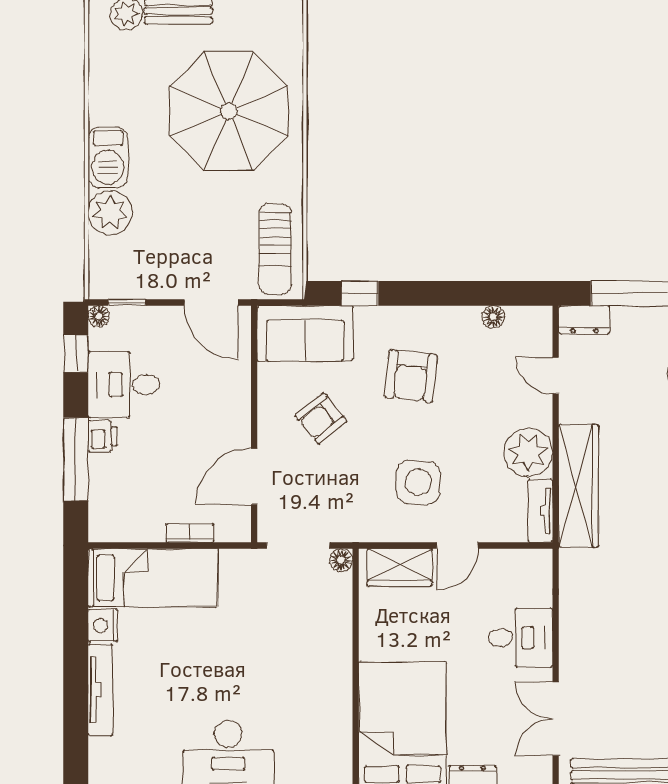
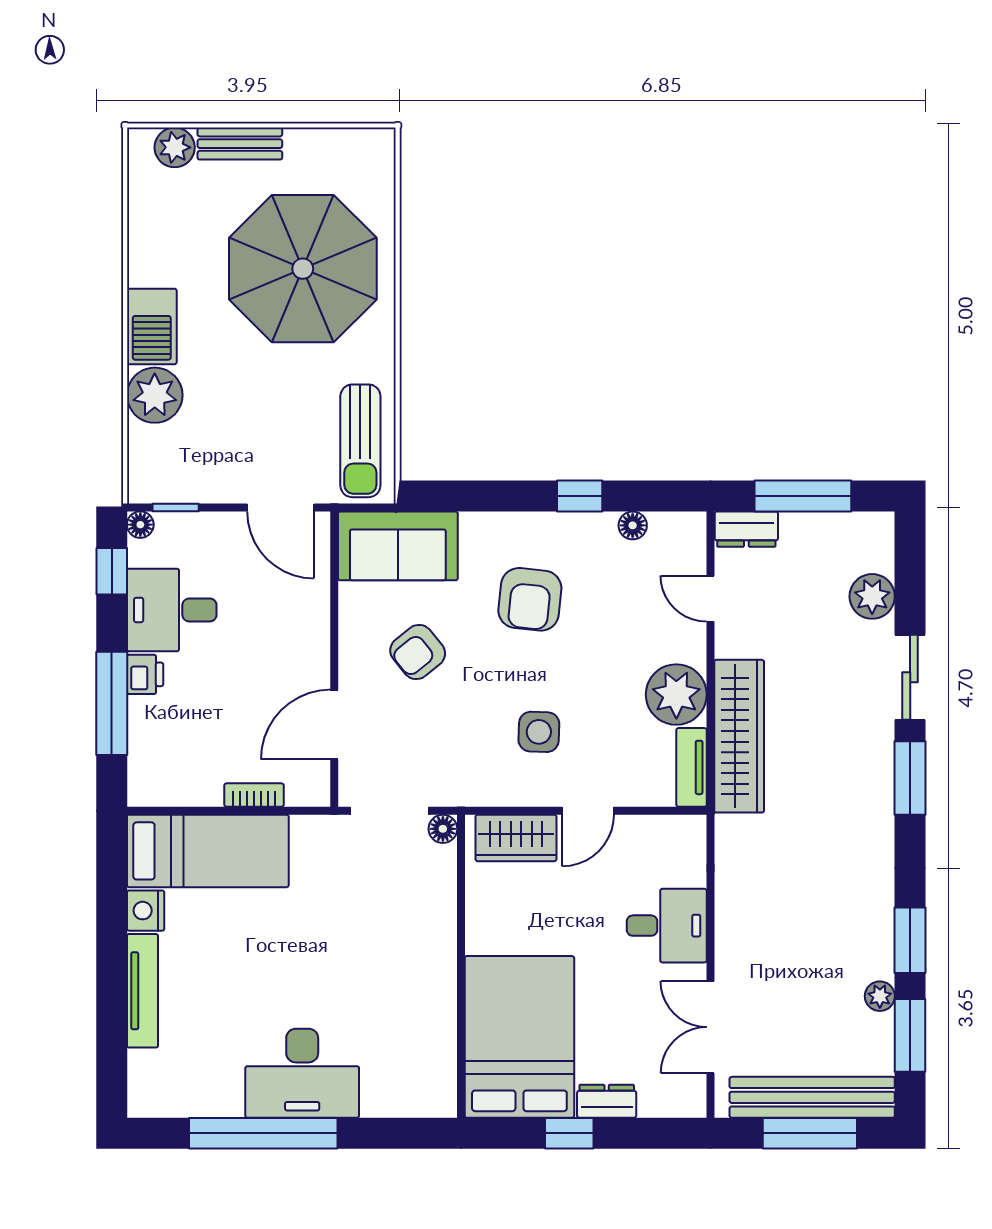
window: (360, 293) -> (580, 496), moved
side table: (418, 482) -> (539, 732), width x0.73, depth x0.73

